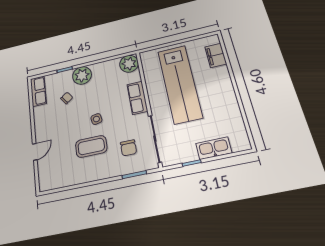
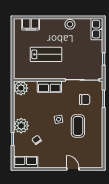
lab bench: (180, 84) -> (46, 54), width x0.54, depth x0.72
stool: (230, 105) -> (70, 24), added
kitchen sink: (214, 148) -> (97, 29), moved

